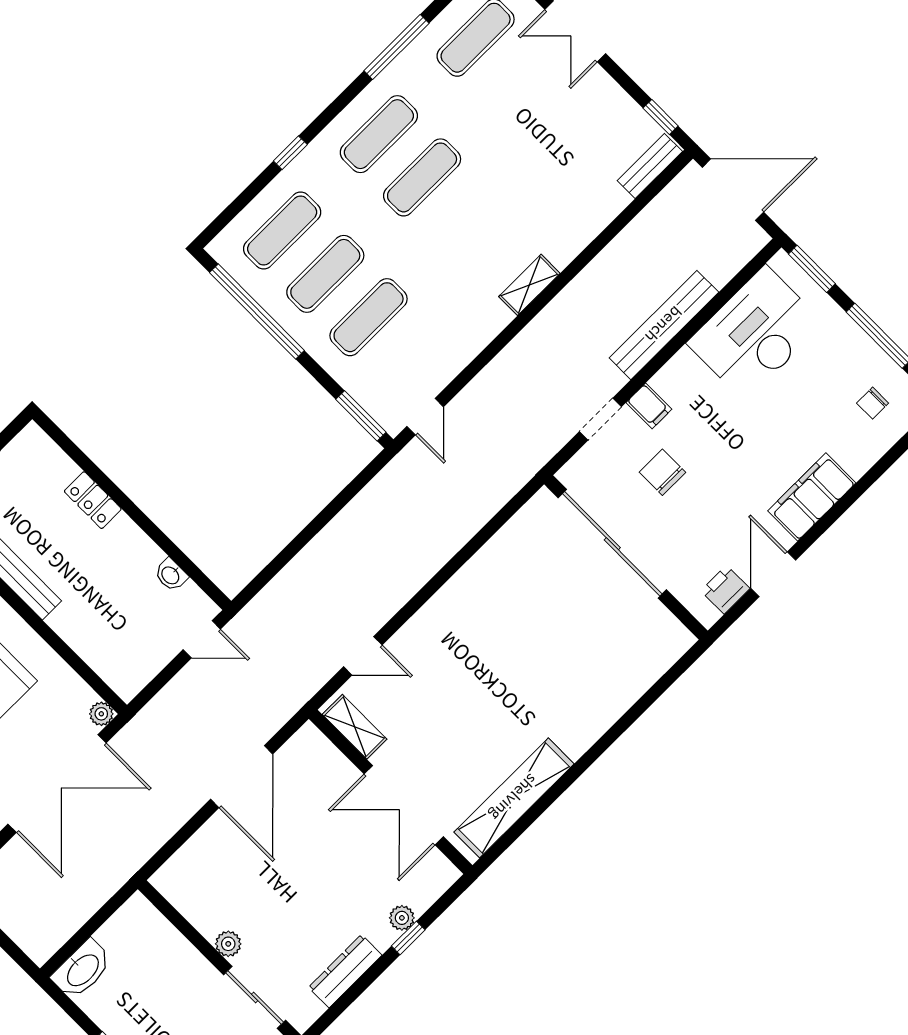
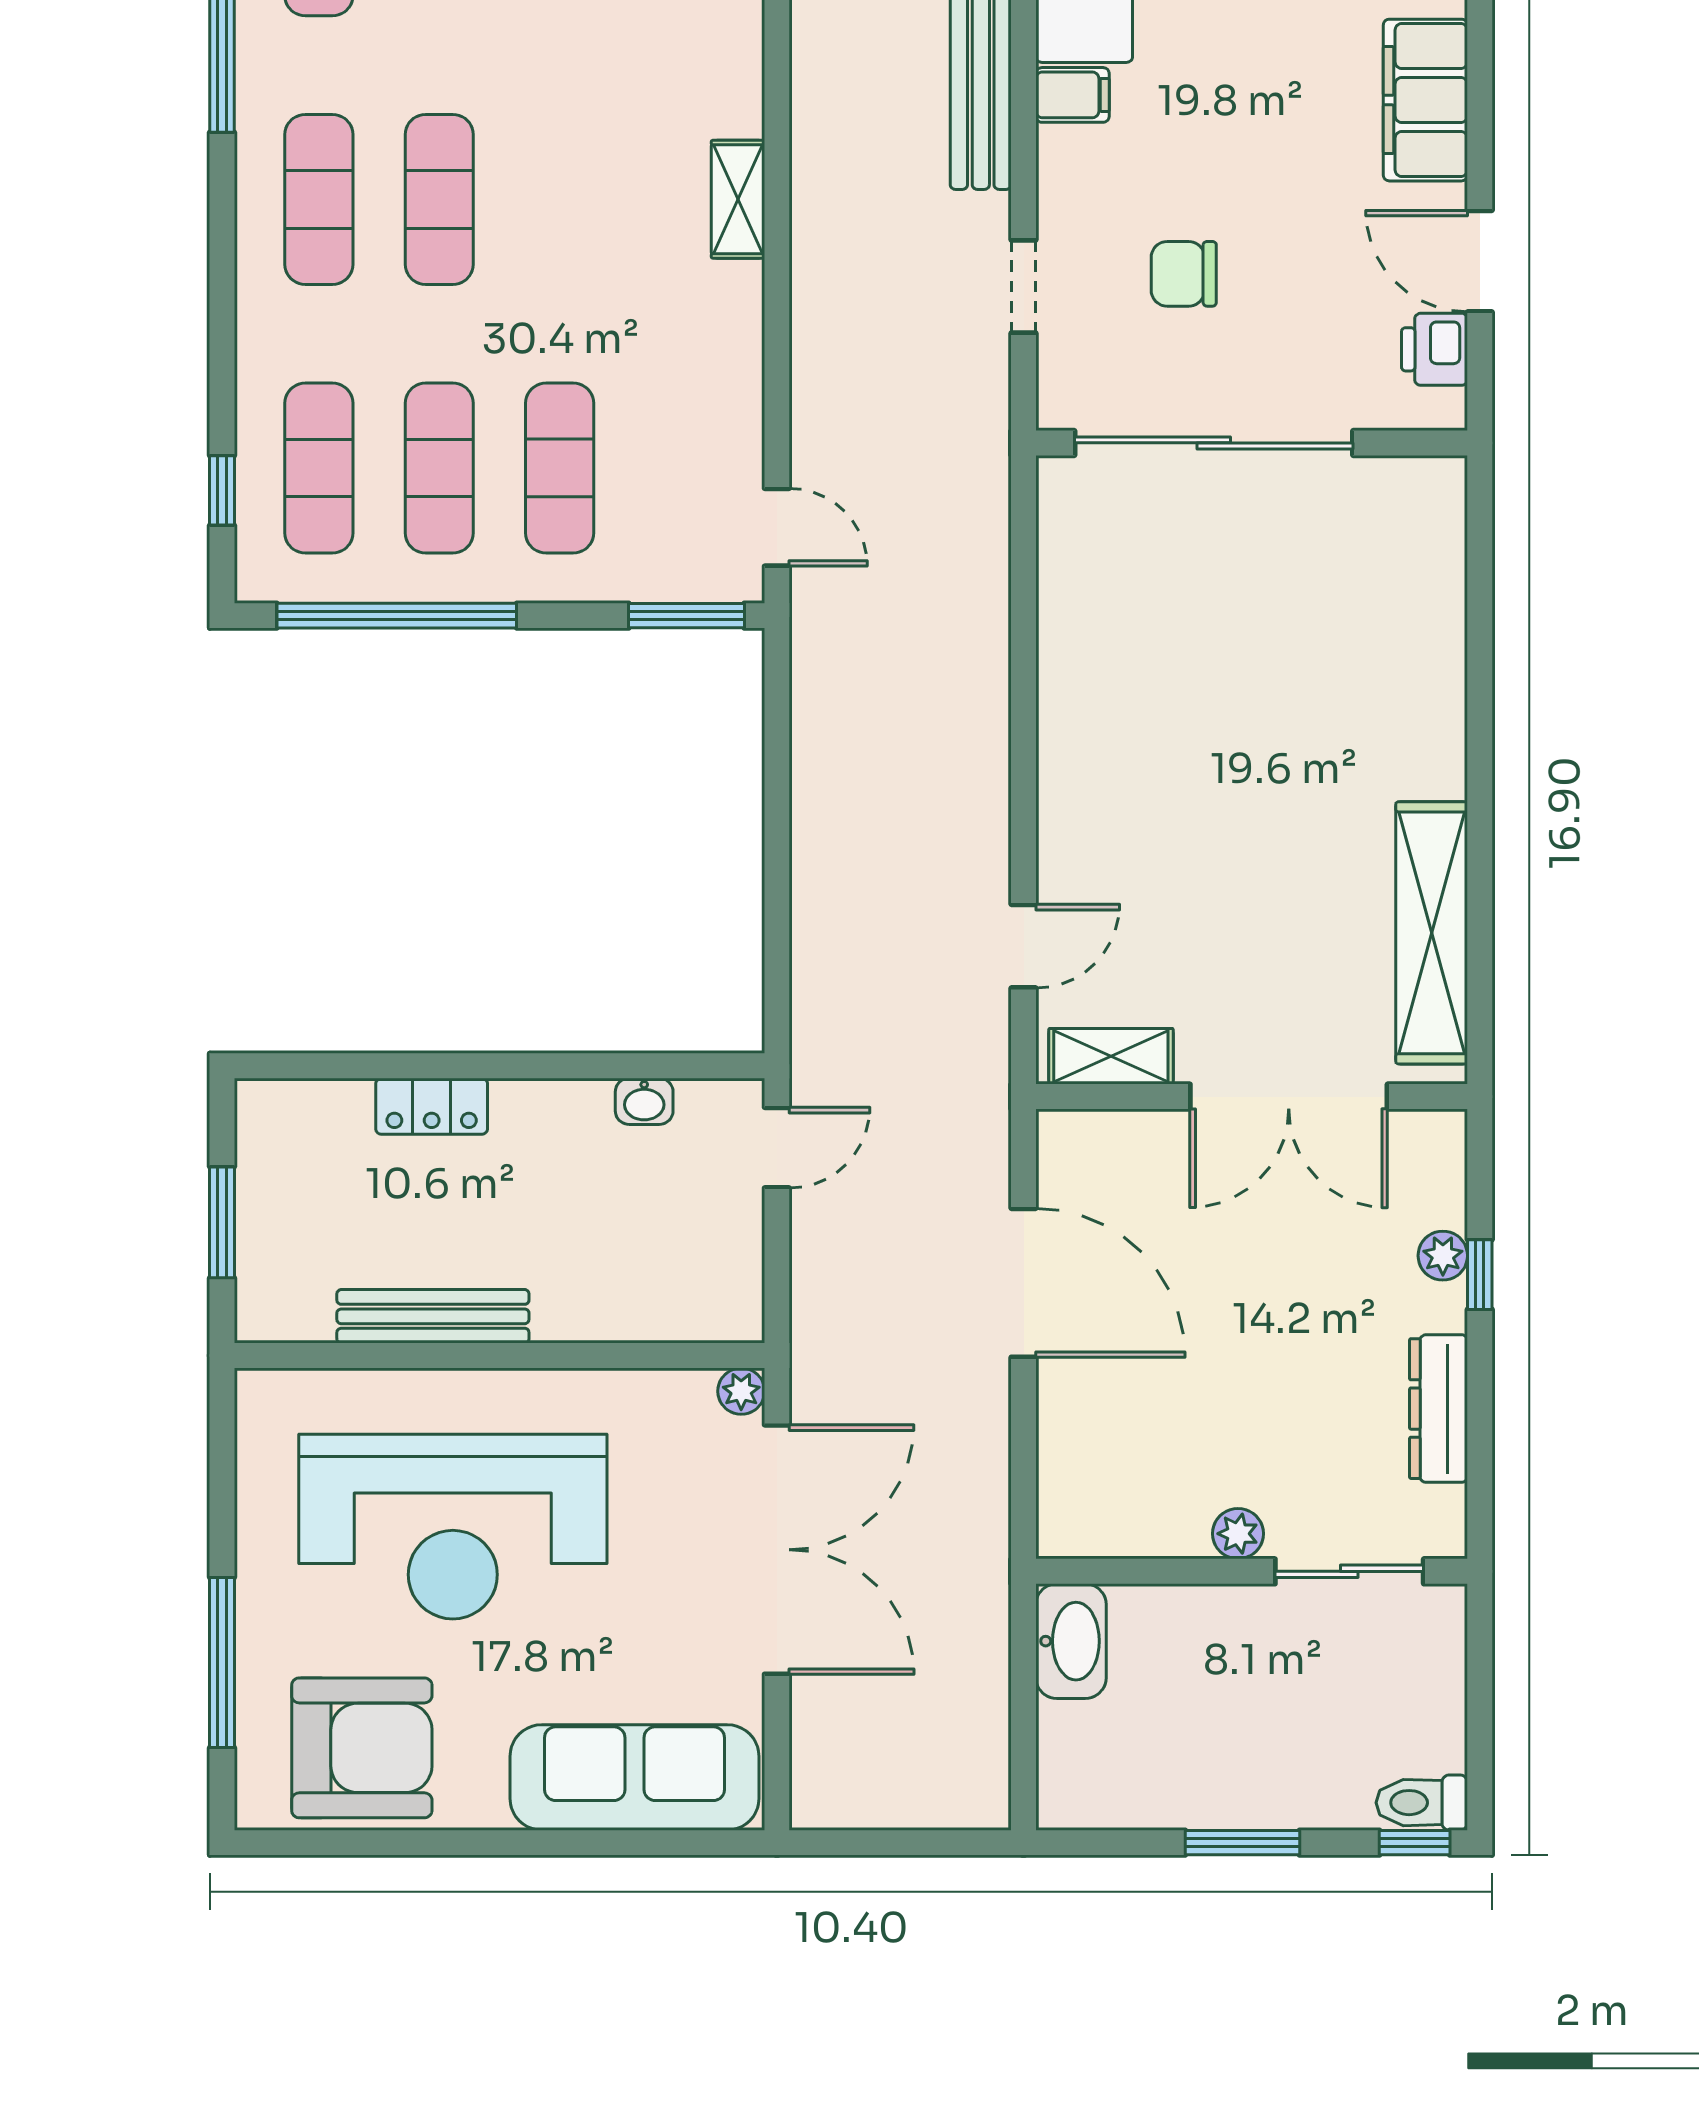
window: (290, 153) -> (222, 490), moved
filing cabinet: (649, 406) -> (1072, 95), moved
washbasin: (82, 970) -> (1071, 1641), moved

